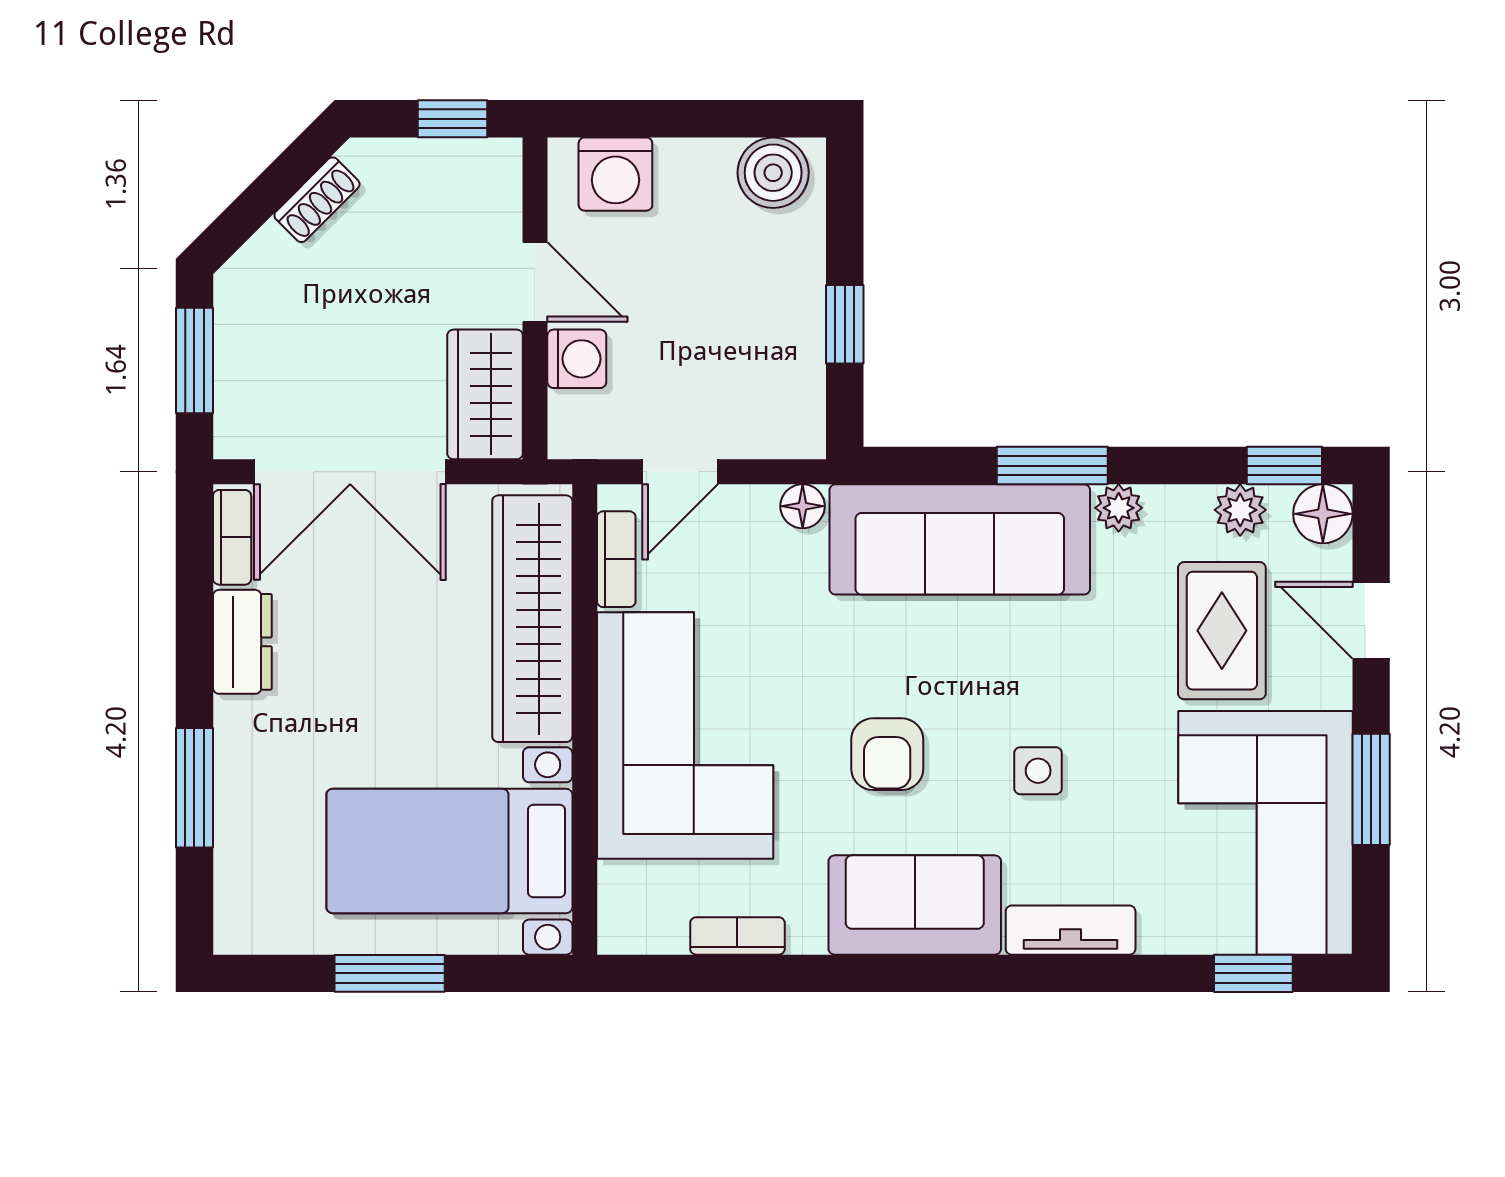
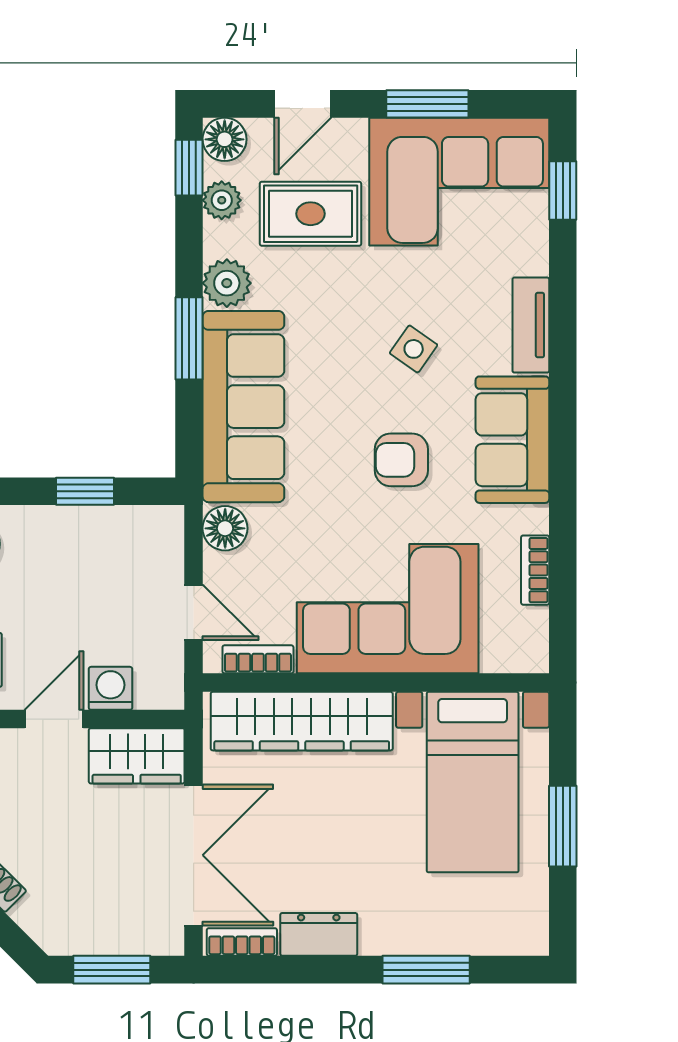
floor lamp: (803, 506) -> (225, 528), width x1.37, depth x1.37
plant: (1119, 508) -> (227, 283), width x1.38, depth x1.38
armchair: (887, 754) -> (401, 460), turned 180
side table: (1038, 771) -> (414, 349), turned 35

